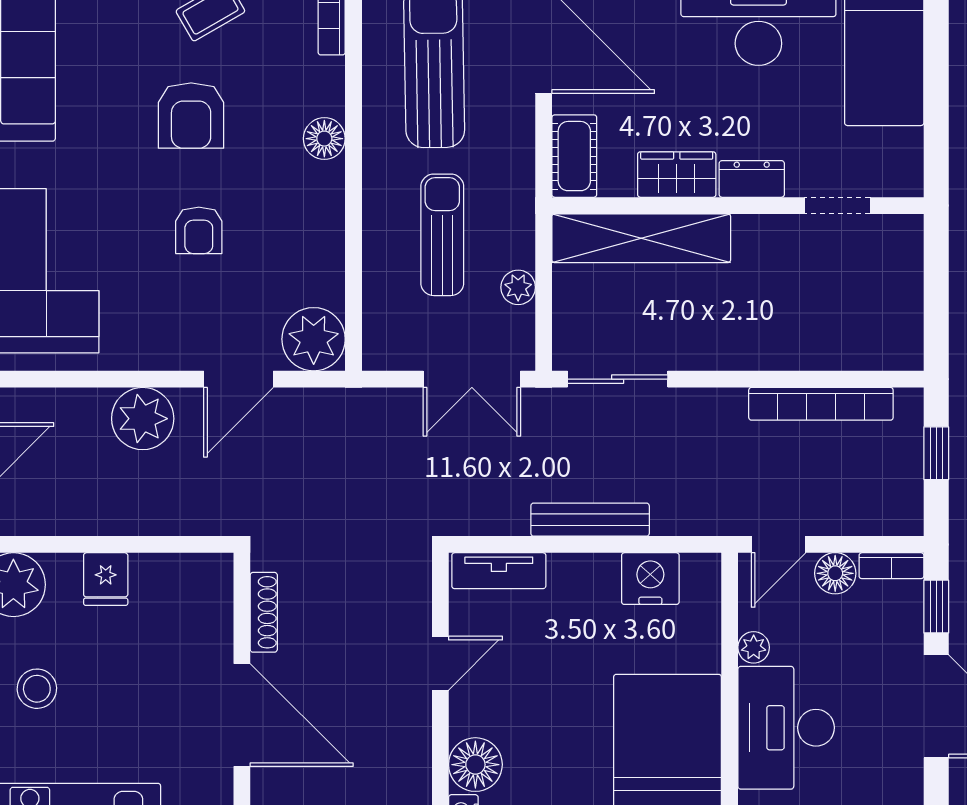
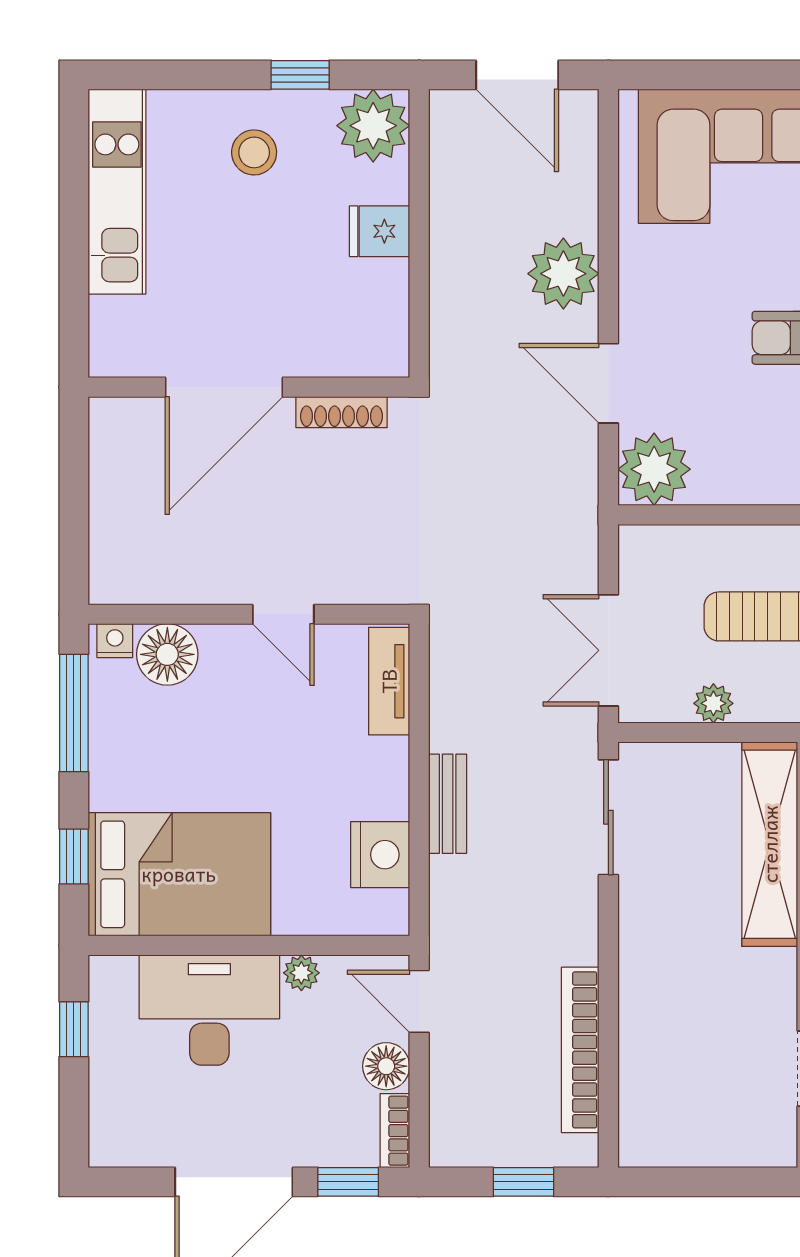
bench: (590, 520) -> (448, 804), width x0.73

